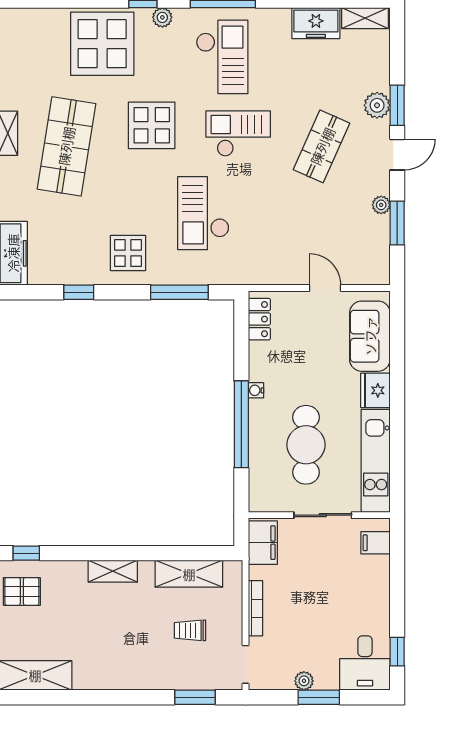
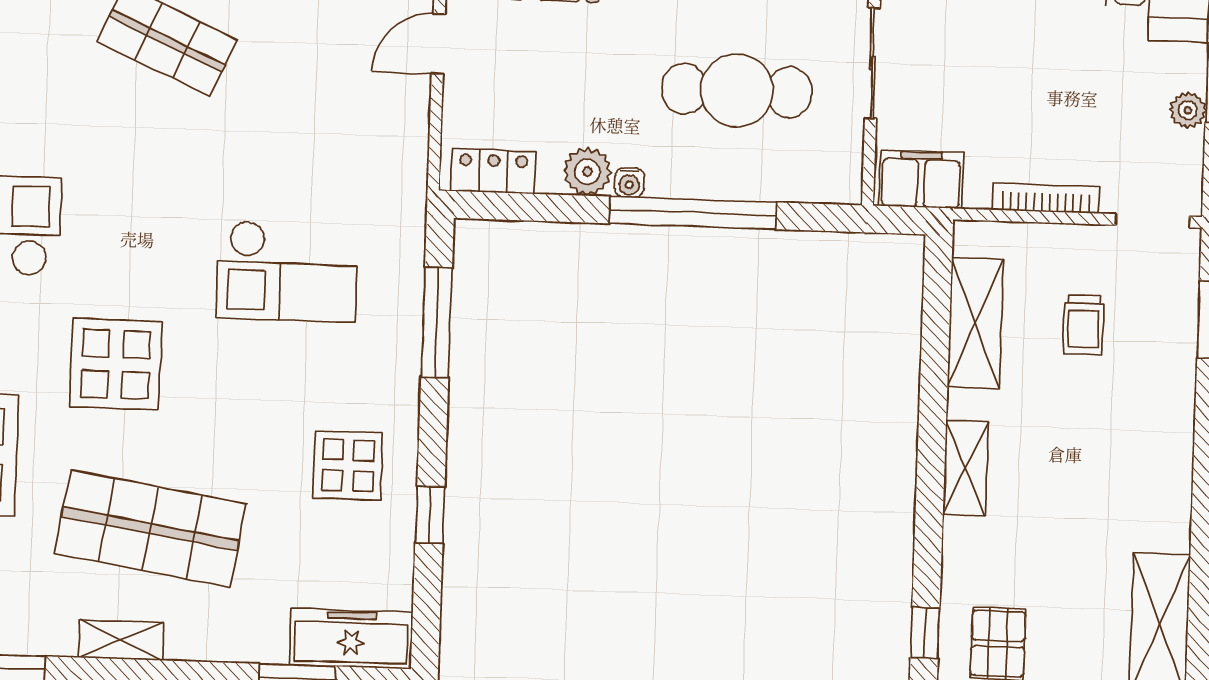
checkout: (238, 134) -> (137, 199), removed
display table: (128, 253) -> (348, 465), moved
plant: (261, 368) -> (587, 172), added

